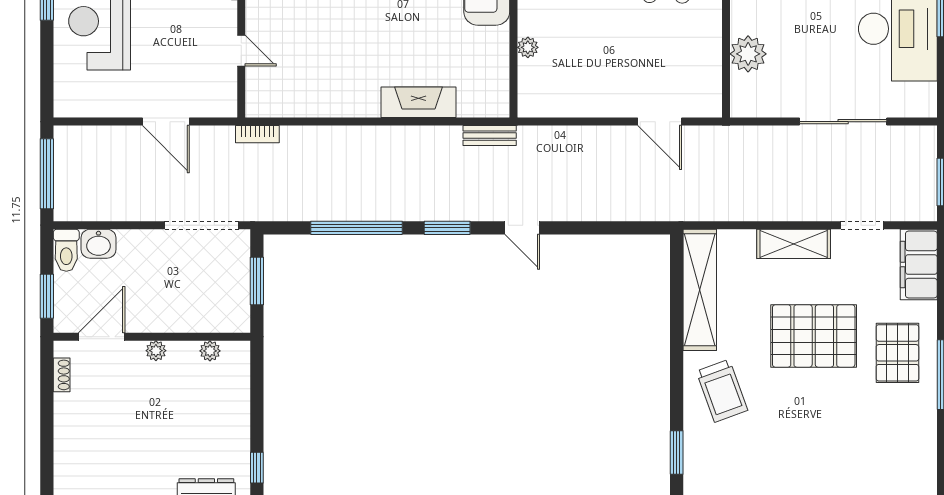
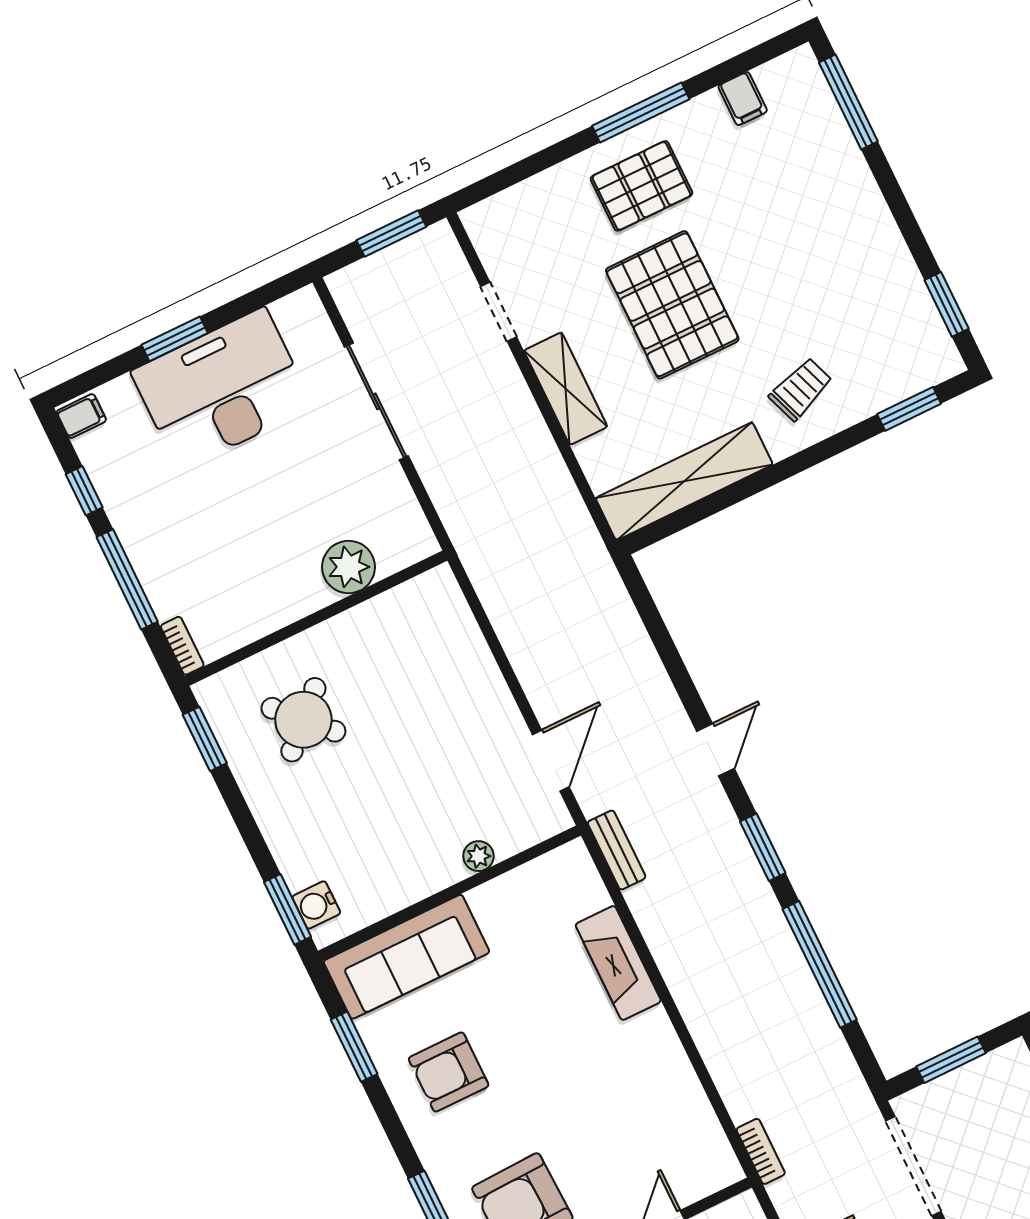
door: (660, 122) -> (551, 761), moved
filing cabinet: (919, 265) -> (743, 99), moved, width x0.33, depth x0.86
trolley: (722, 391) -> (801, 389), width x0.73, depth x0.72

